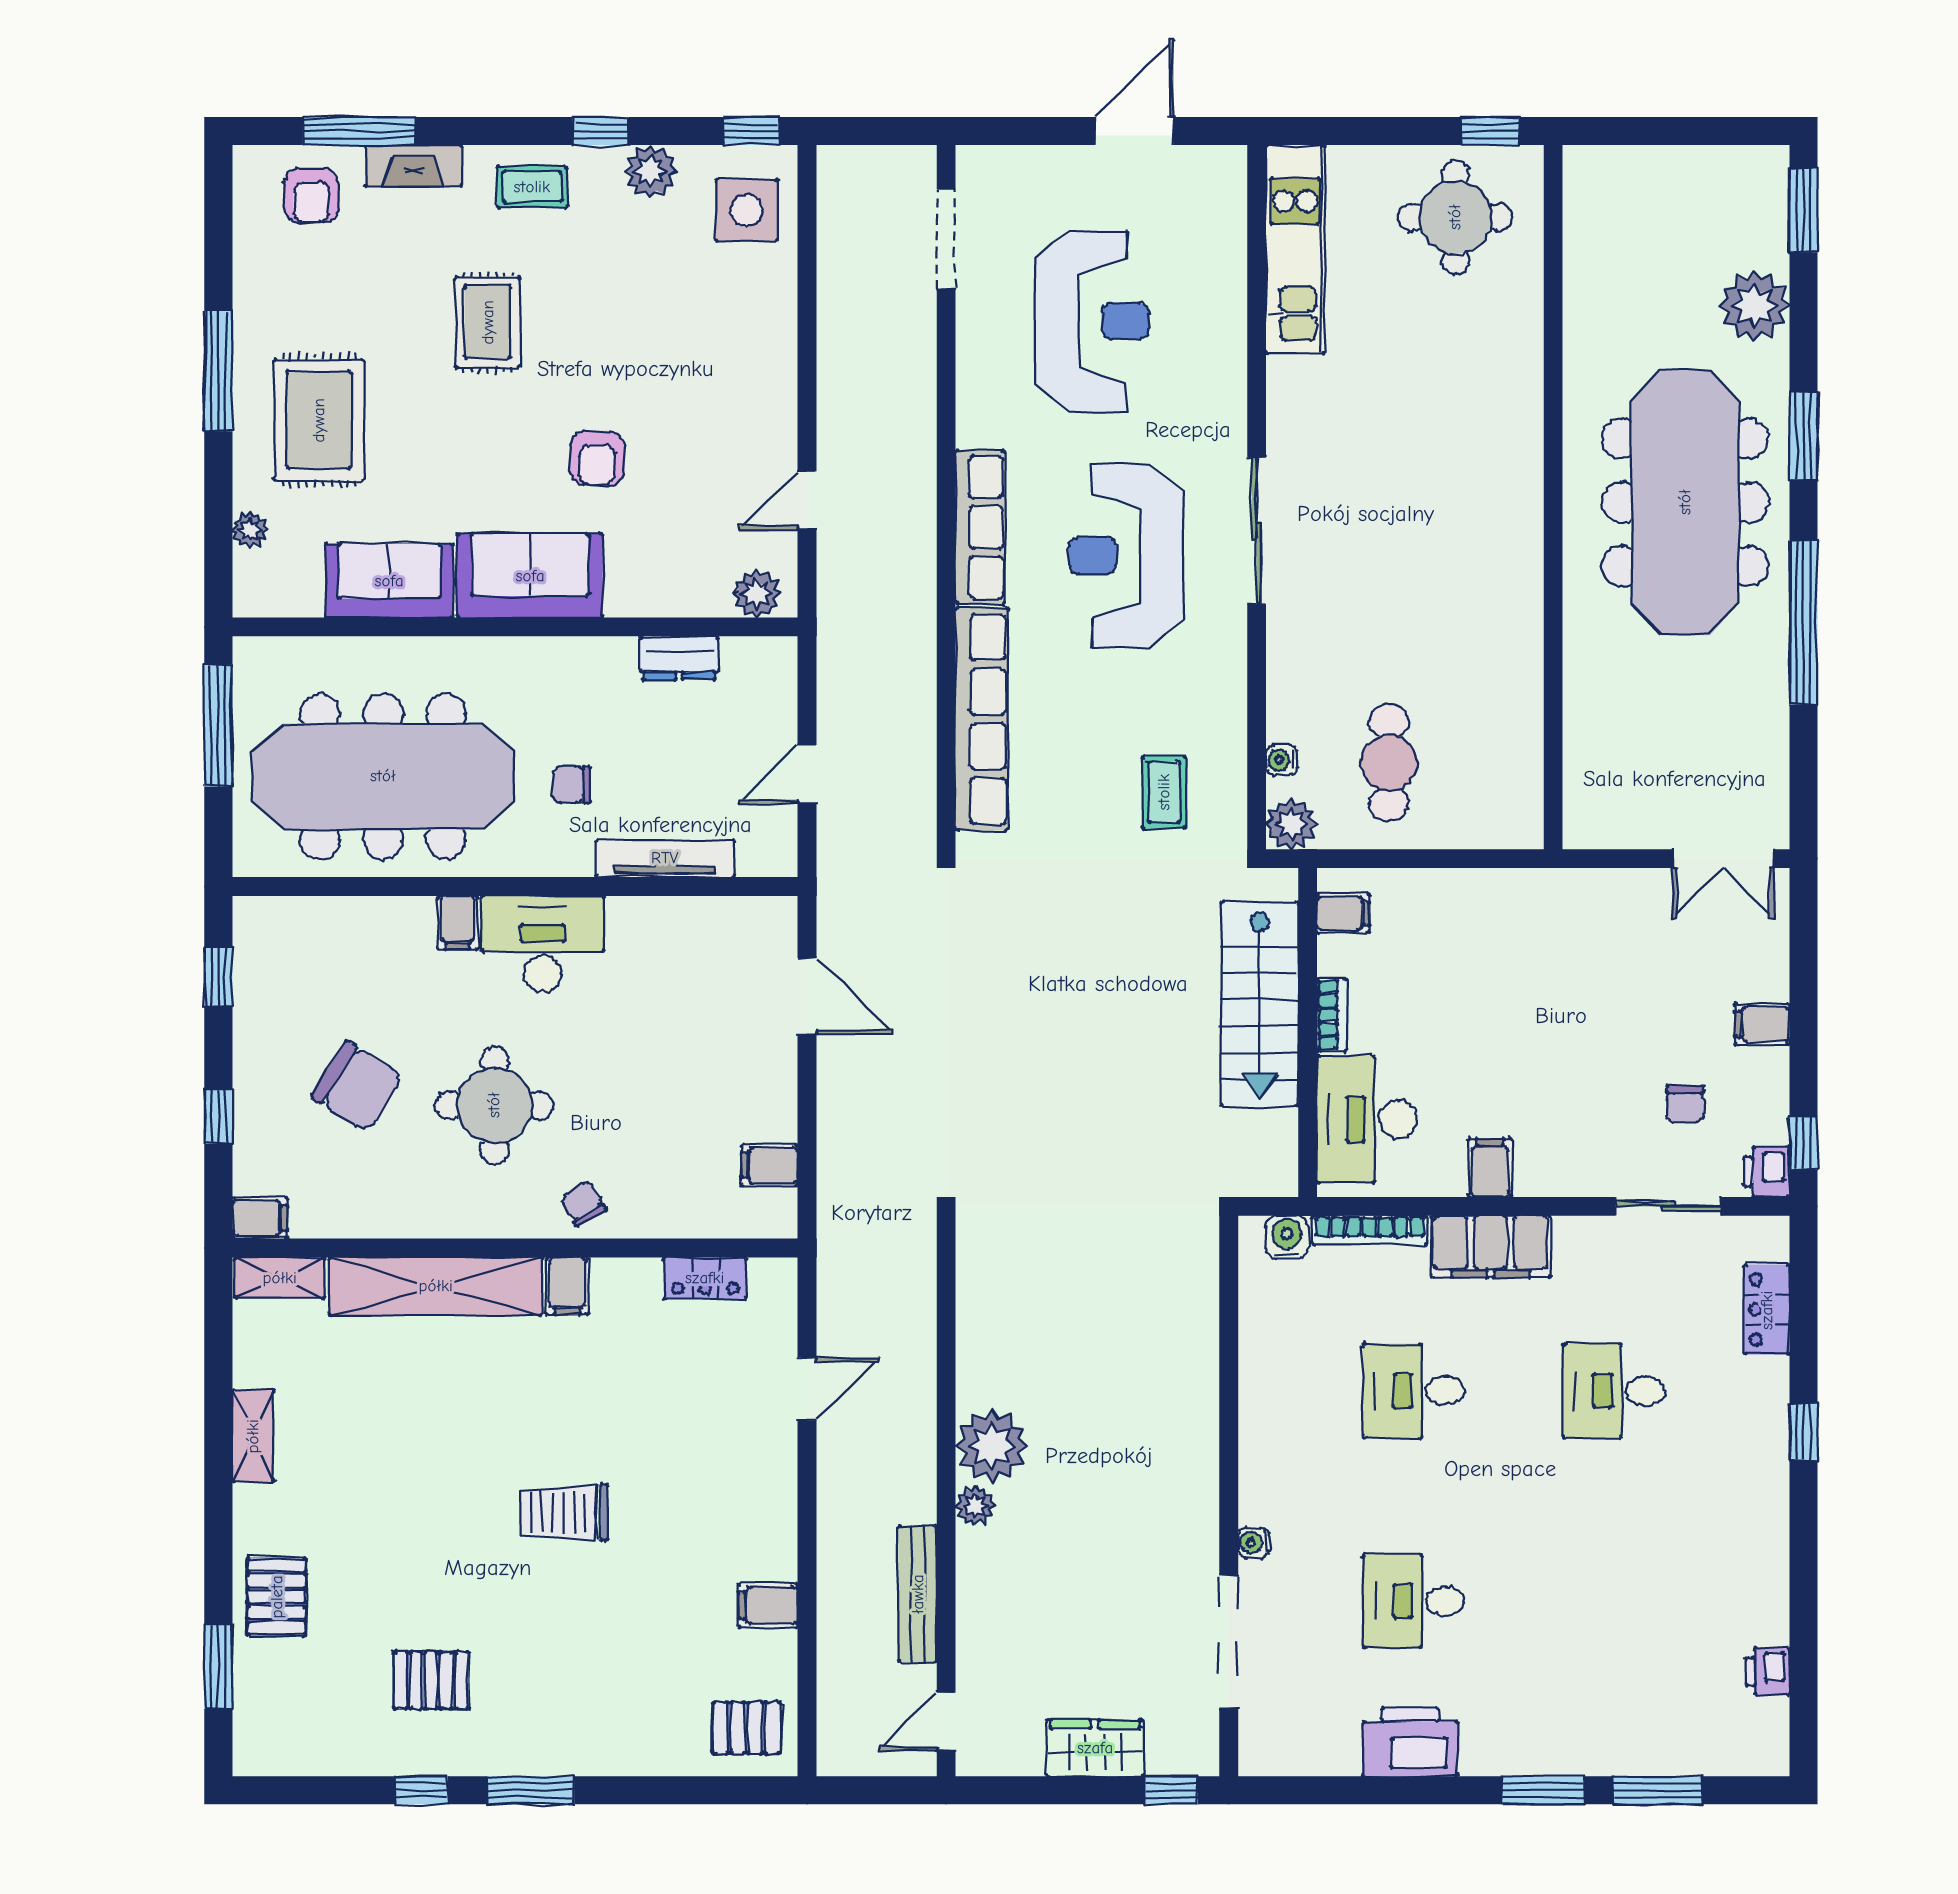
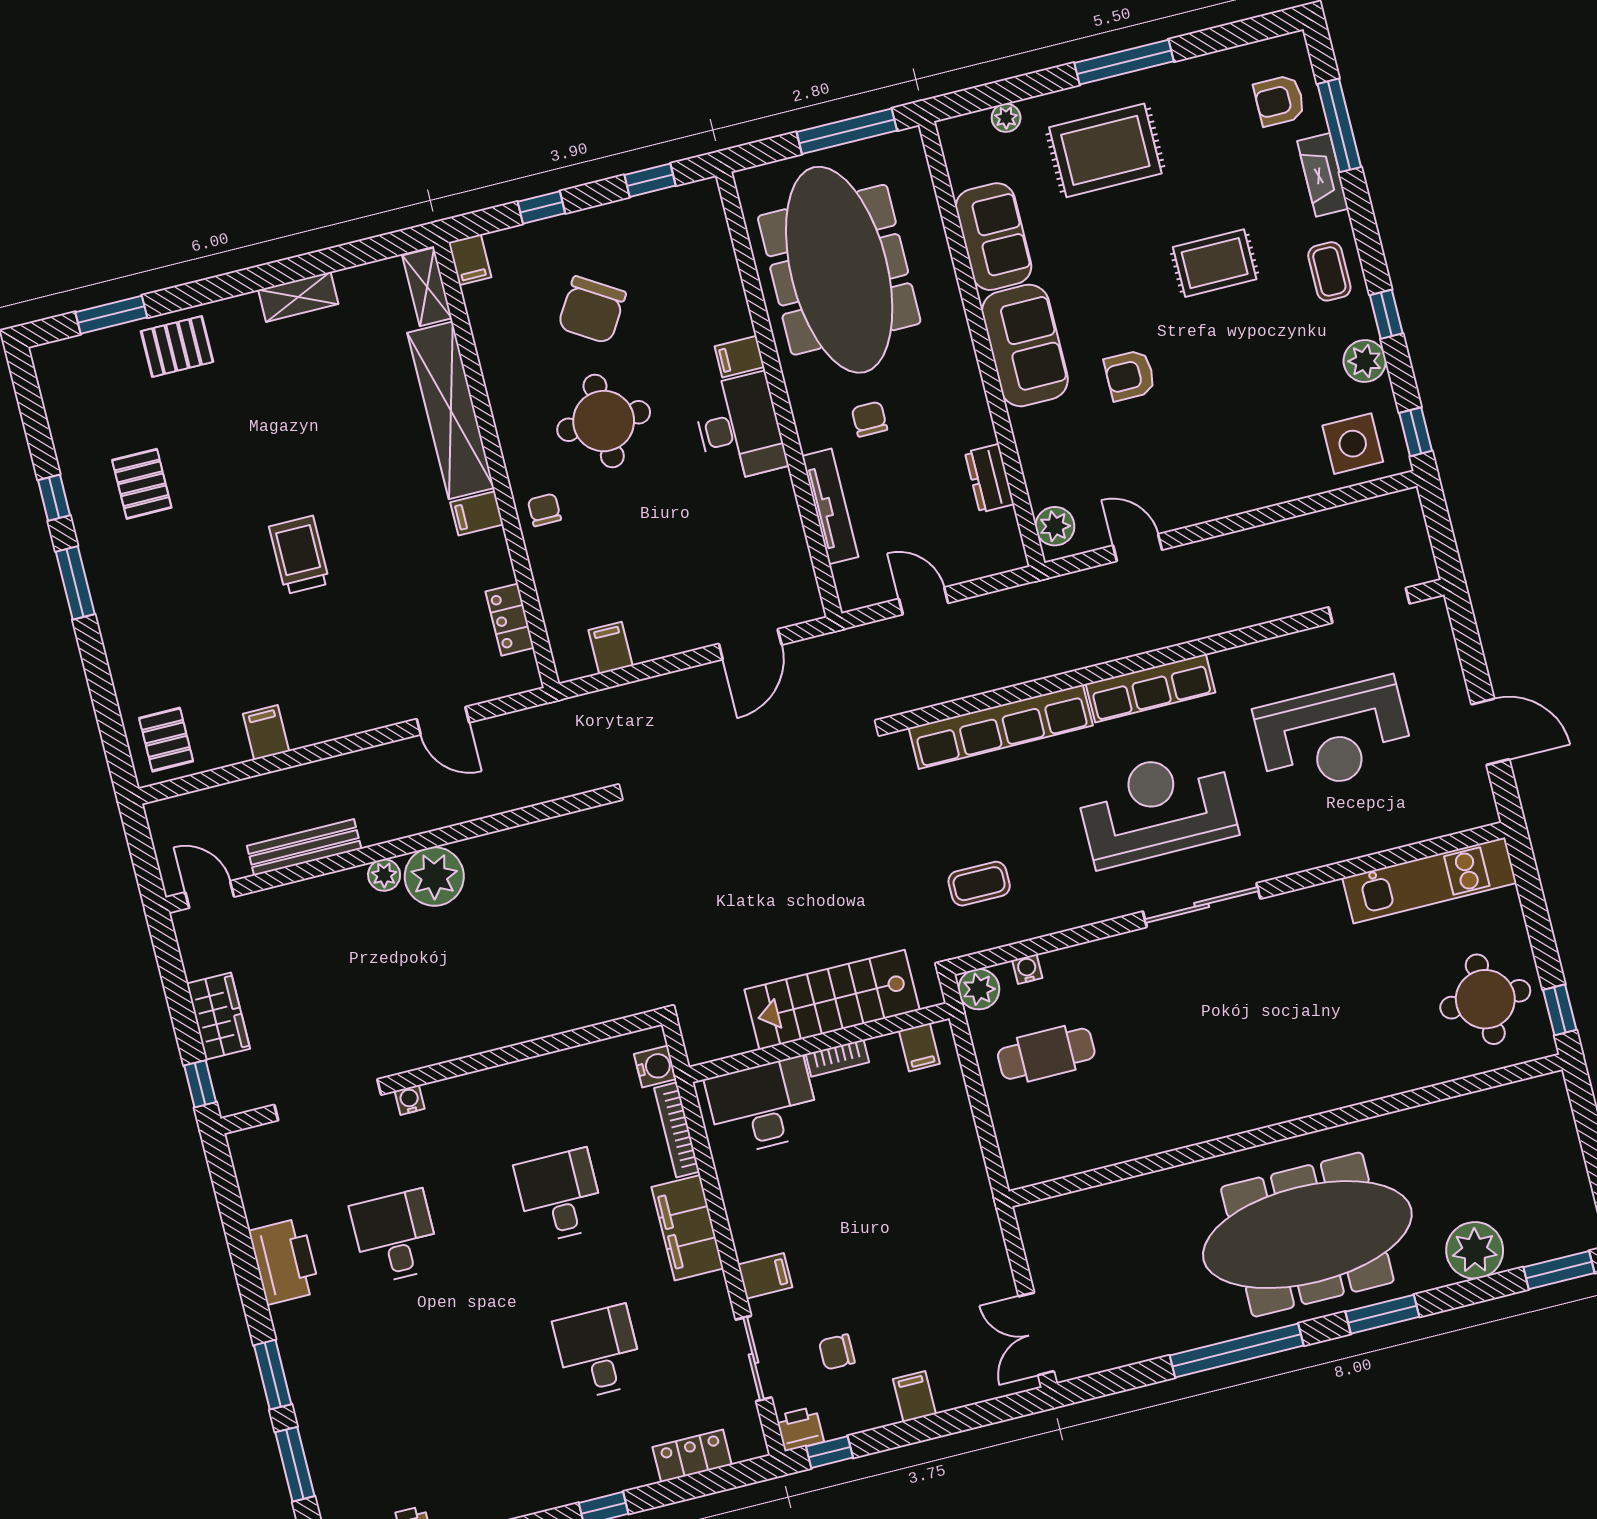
filing cabinet: (1490, 1168) -> (765, 1276), moved
chair: (583, 1204) -> (544, 510), turned -60

